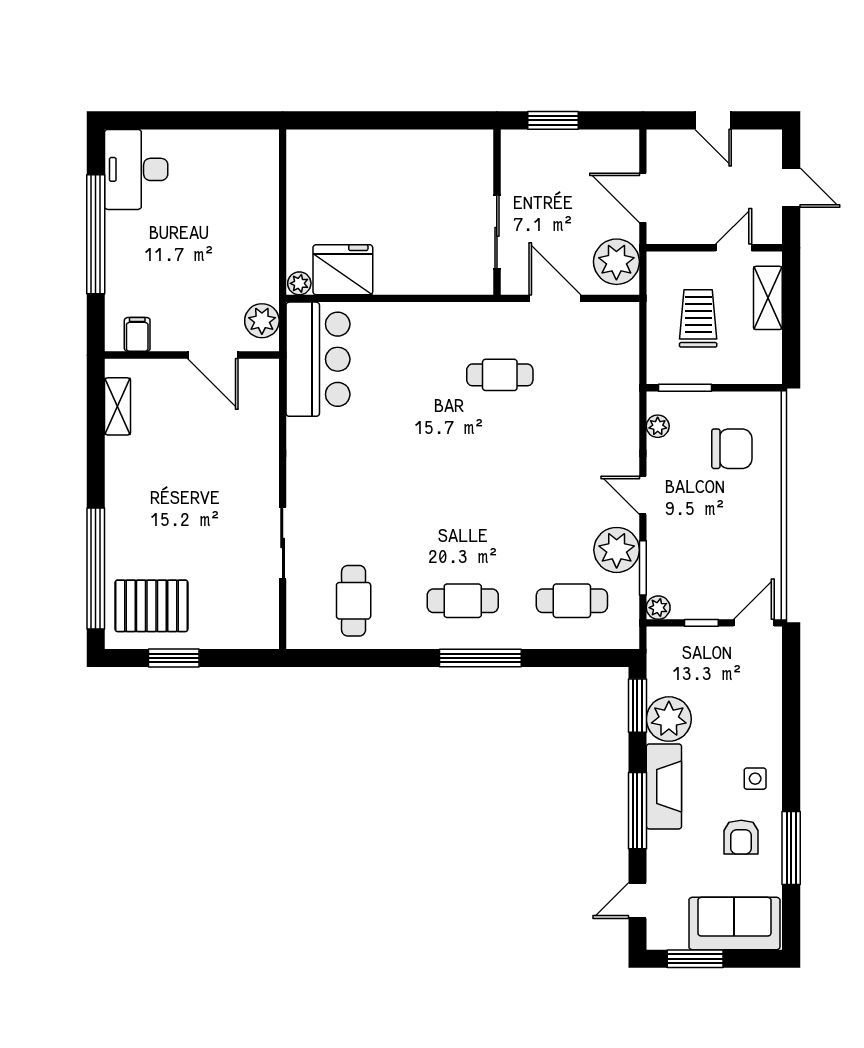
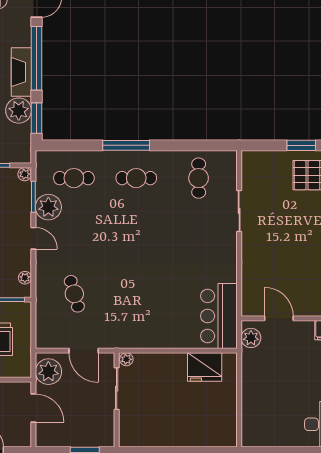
plant: (299, 283) -> (126, 359), moved
cafe table: (500, 375) -> (74, 294), moved, turned 74
window: (637, 811) -> (36, 58), width x1.46

